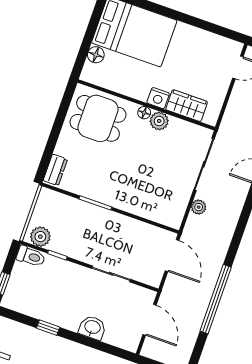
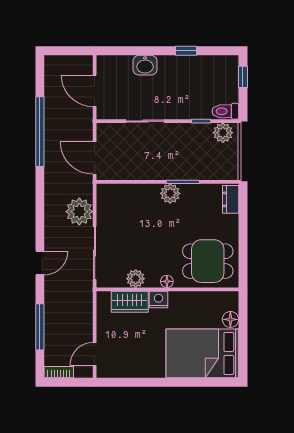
plant: (159, 121) -> (136, 279), moved
plant: (111, 196) -> (170, 193), added
plant: (199, 207) -> (79, 212), width x1.87, depth x1.87

